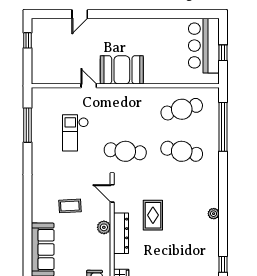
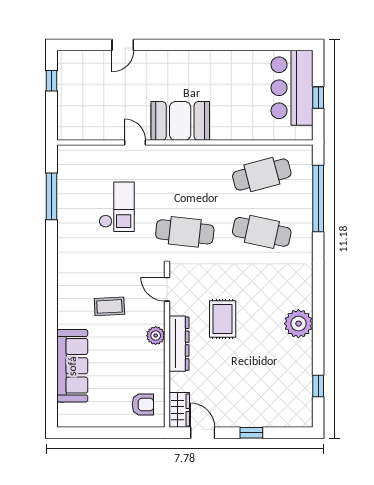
checkout: (75, 133) -> (117, 207), turned 180
plant: (214, 214) -> (298, 324), width x1.88, depth x1.88

